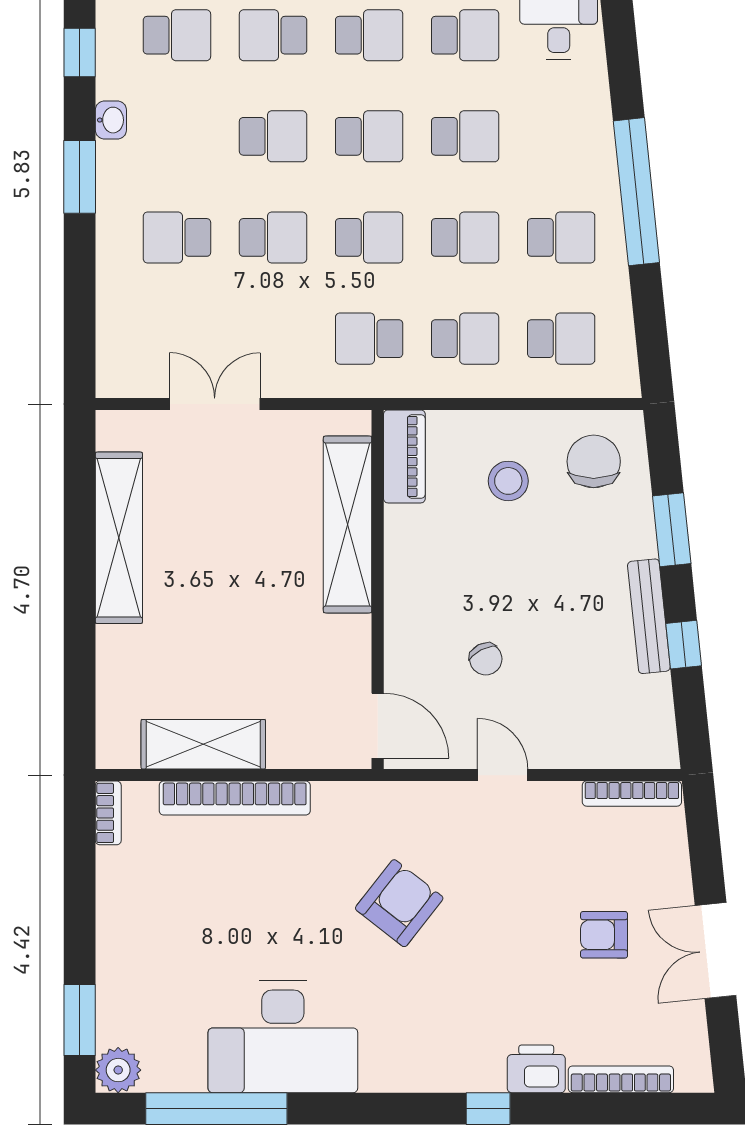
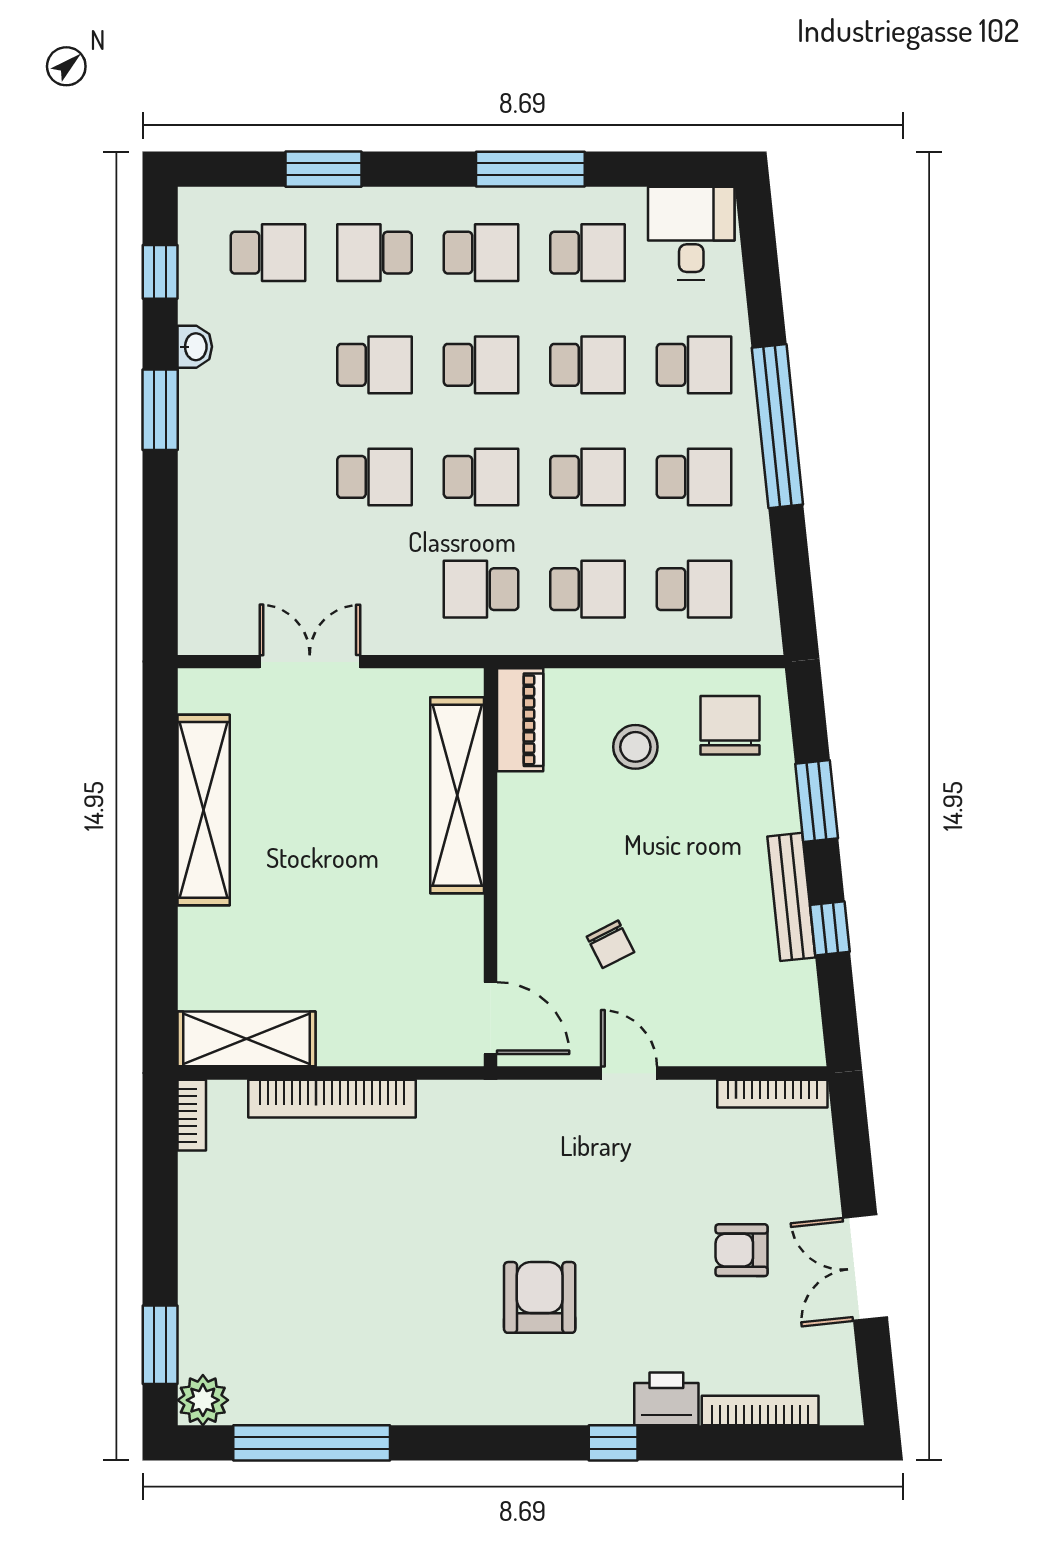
school desk: (177, 237) -> (694, 365), moved, turned 180
shelving: (203, 744) -> (246, 1039), moved
armchair: (399, 903) -> (540, 1297), moved, turned -38
desk: (283, 1037) -> (385, 1363), removed

